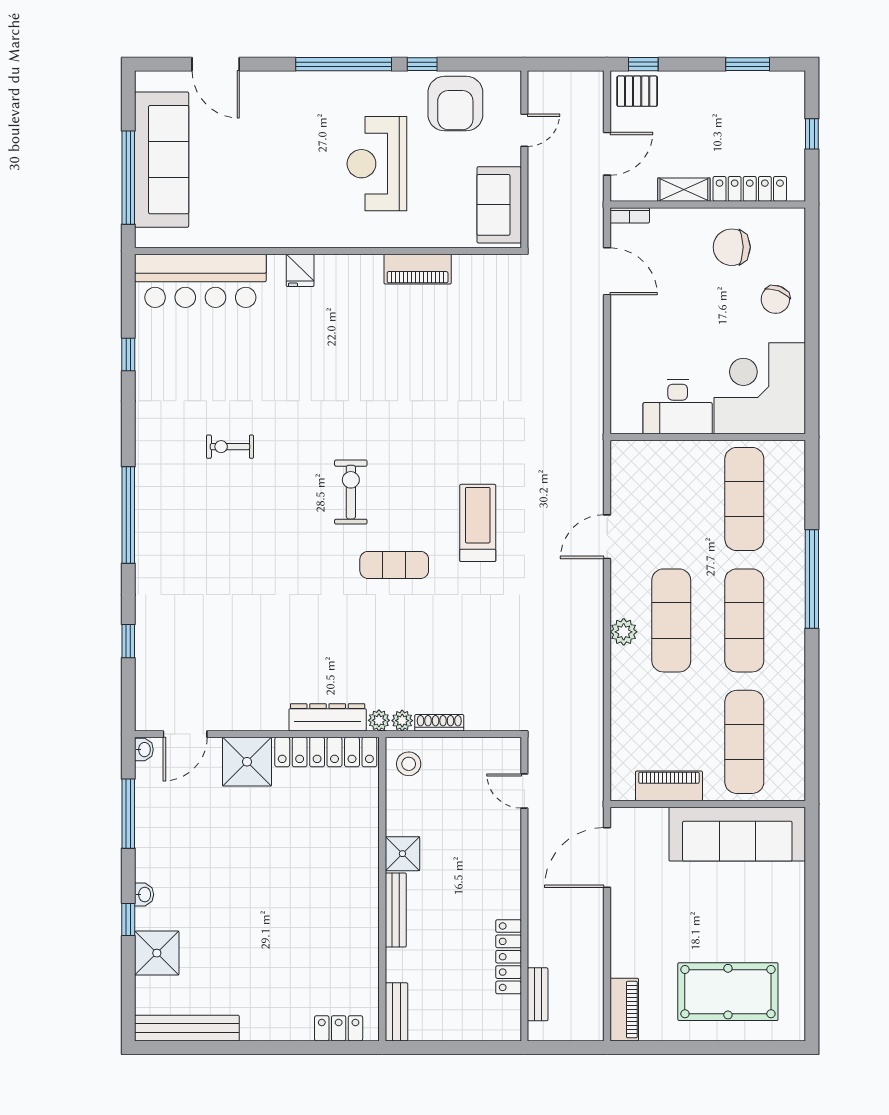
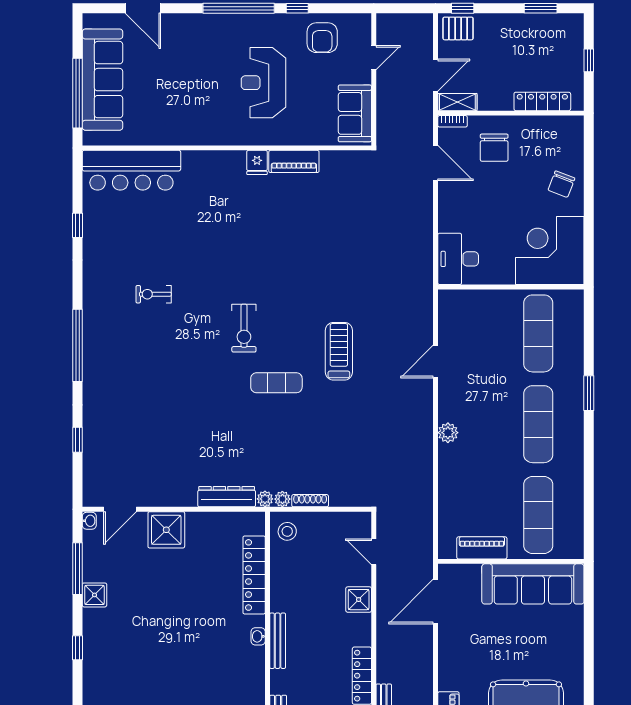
armchair: (455, 104) -> (322, 38), width x0.73, depth x0.73
shelving: (684, 190) -> (457, 102), moved
chair: (732, 247) -> (494, 148), moved, turned -90
fridge: (300, 270) -> (257, 162), moved
desk: (678, 407) -> (458, 259), moved, turned 90
exercise bike: (351, 492) -> (244, 328), turned 180
window: (812, 579) -> (589, 393), width x0.47
exercise mat: (671, 620) -> (484, 424), removed
locker: (326, 752) -> (254, 575), moved, turned 90
shower: (402, 854) -> (359, 600), moved
washbasin: (144, 895) -> (258, 636), moved, turned 180
shower: (157, 953) -> (94, 595), moved, width x0.73, depth x0.73

